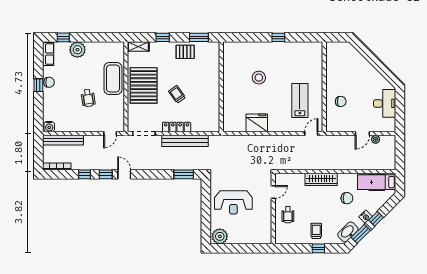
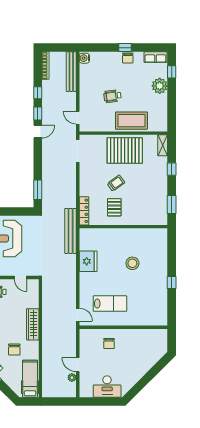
pallet: (185, 52) -> (114, 207), moved
locker: (177, 127) -> (84, 211), moved
bench: (185, 141) -> (71, 231), moved

